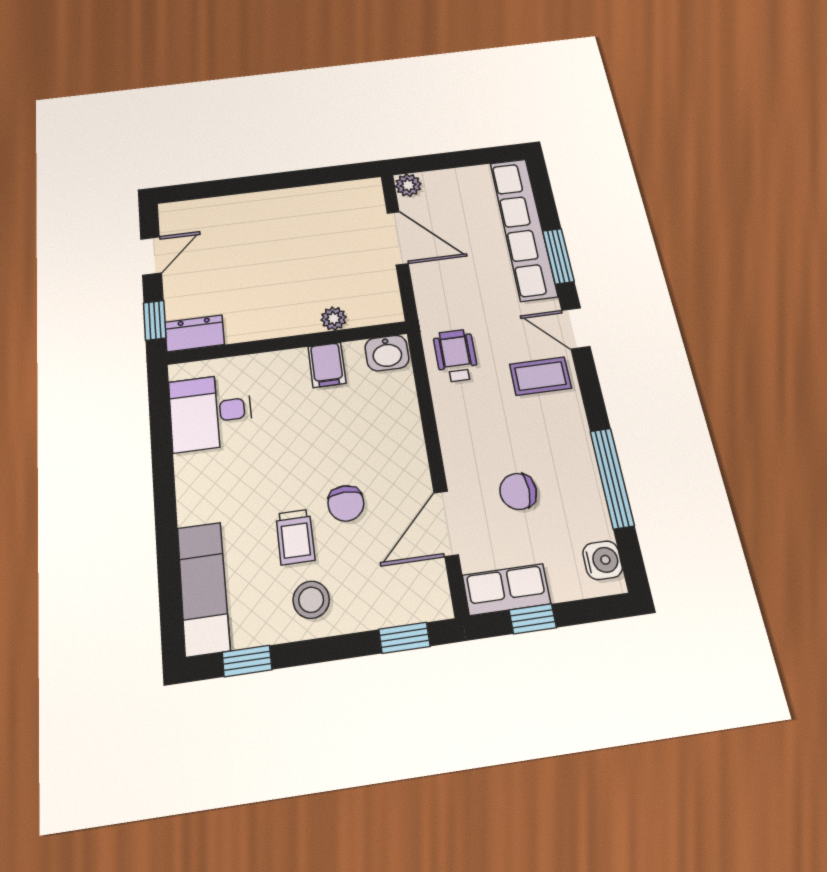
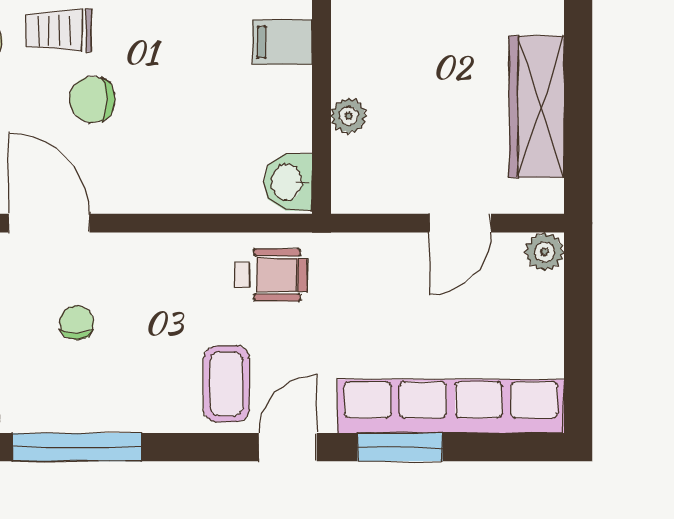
wardrobe: (311, 202) -> (537, 107), added
door: (398, 238) -> (460, 223), width x0.73
filing cabinet: (327, 365) -> (282, 42), moved
chair: (518, 491) -> (77, 322), width x0.73, depth x0.73

